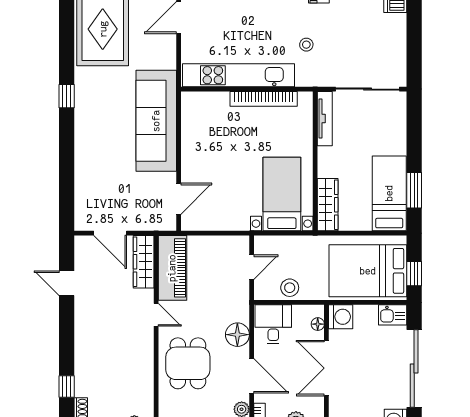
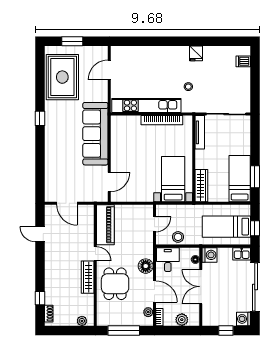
wardrobe: (144, 262) -> (88, 277), moved
bed: (368, 271) -> (226, 227), width x0.67

